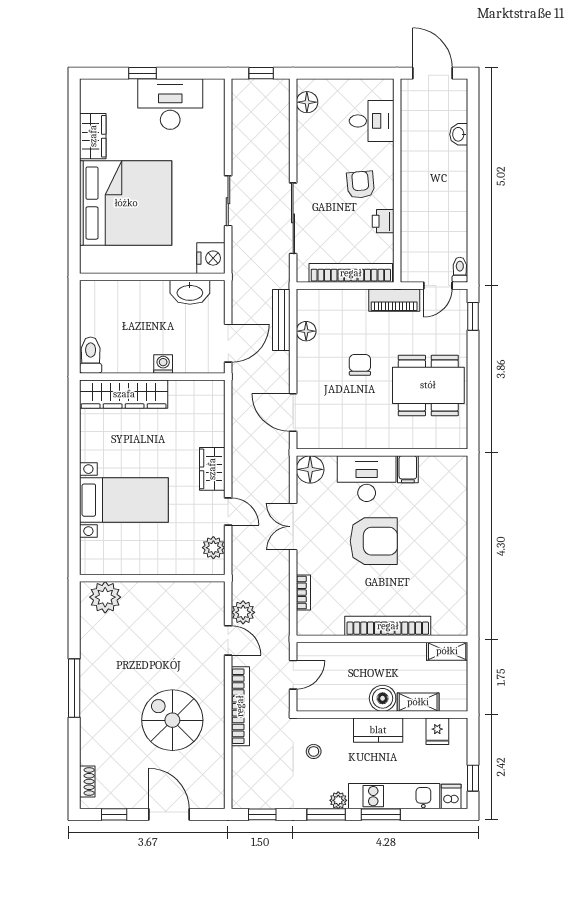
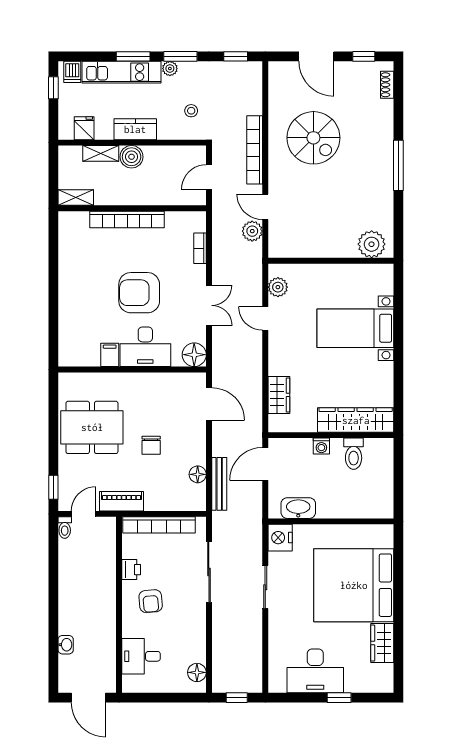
toilet: (91, 355) -> (354, 454), moved
wardrobe: (212, 469) -> (279, 395), moved

